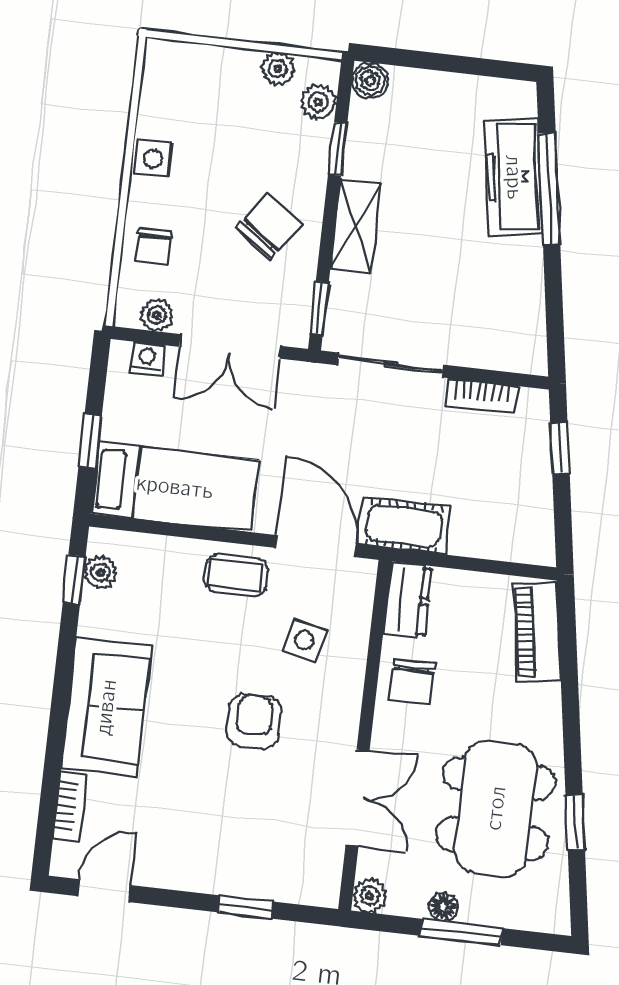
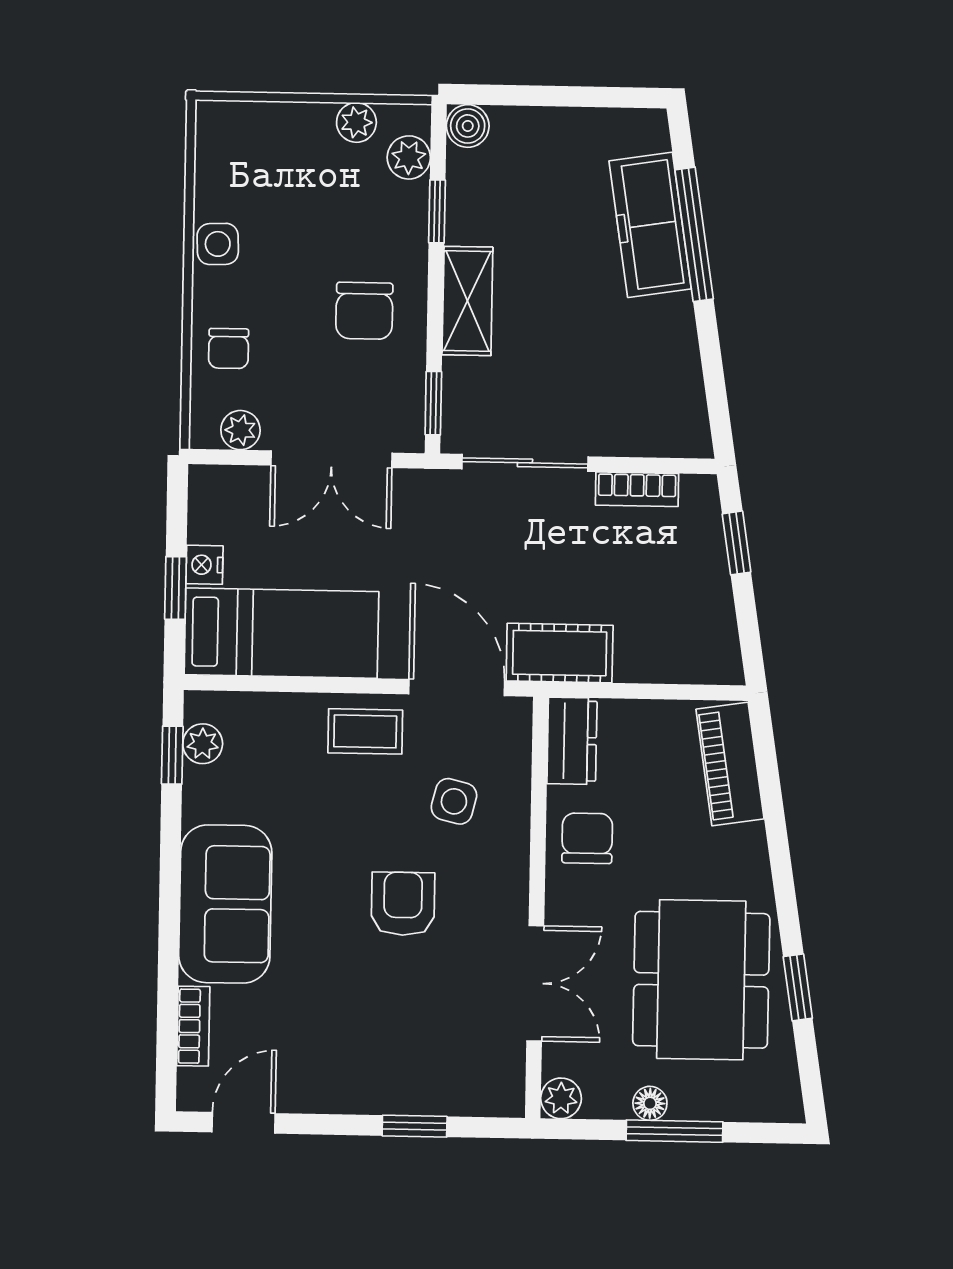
chair: (269, 226) -> (364, 311), turned 144
nightstand: (147, 359) -> (204, 565), moved, turned -90
chair: (412, 682) -> (587, 838), turned 180

